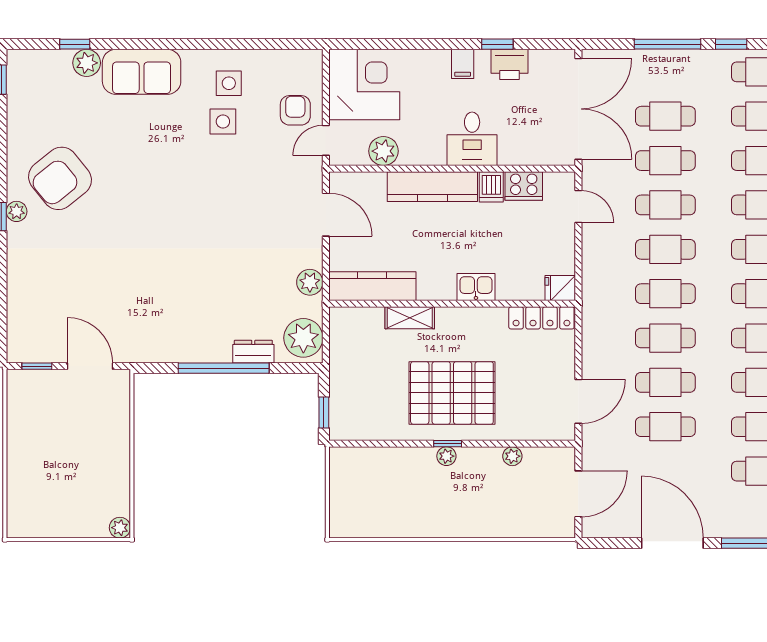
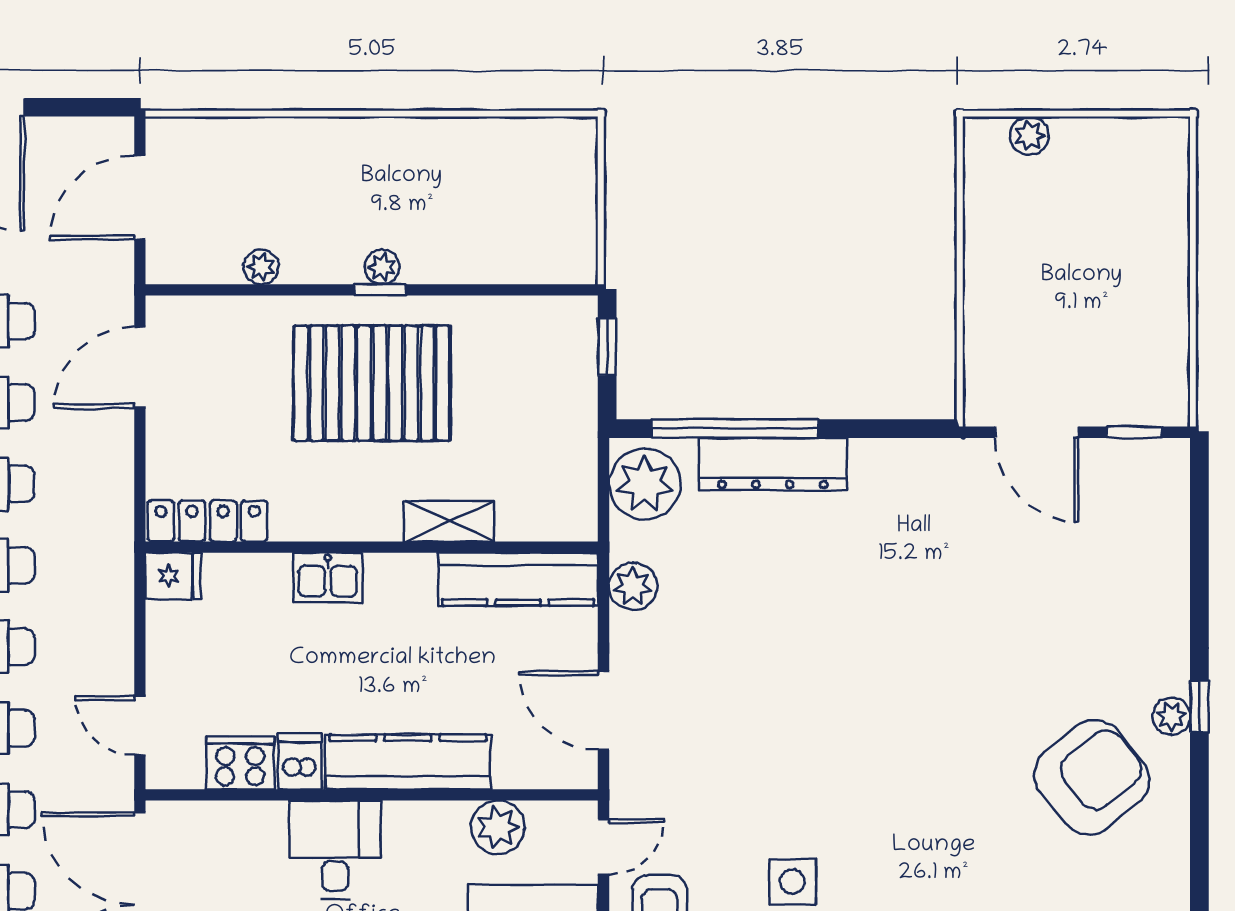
dresser: (253, 352) -> (773, 464), width x1.96, depth x1.24
window: (224, 368) -> (735, 429), moved
plant: (120, 528) -> (1029, 136), moved

